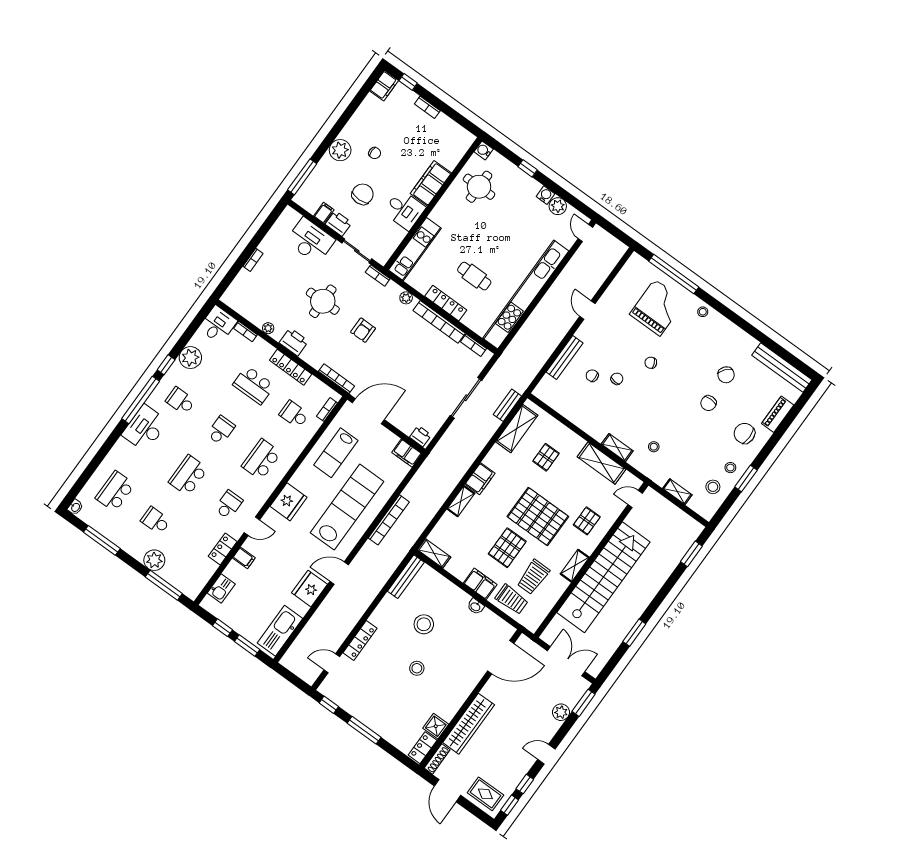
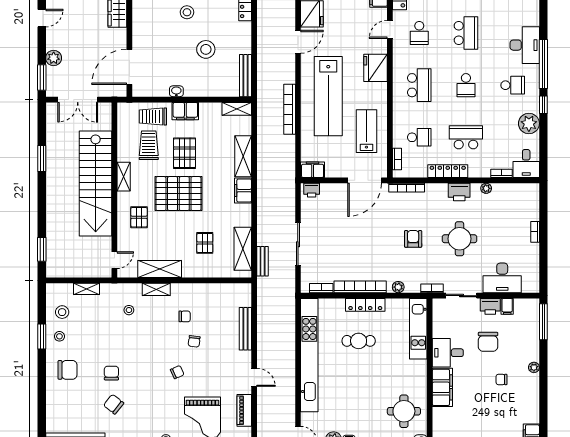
plant: (340, 150) -> (534, 367), width x0.53, depth x0.53
chair: (592, 376) -> (185, 316), moved
piano: (778, 414) -> (244, 410), moved, turned 180
shelving: (461, 501) -> (243, 156), width x1.50, depth x1.33

